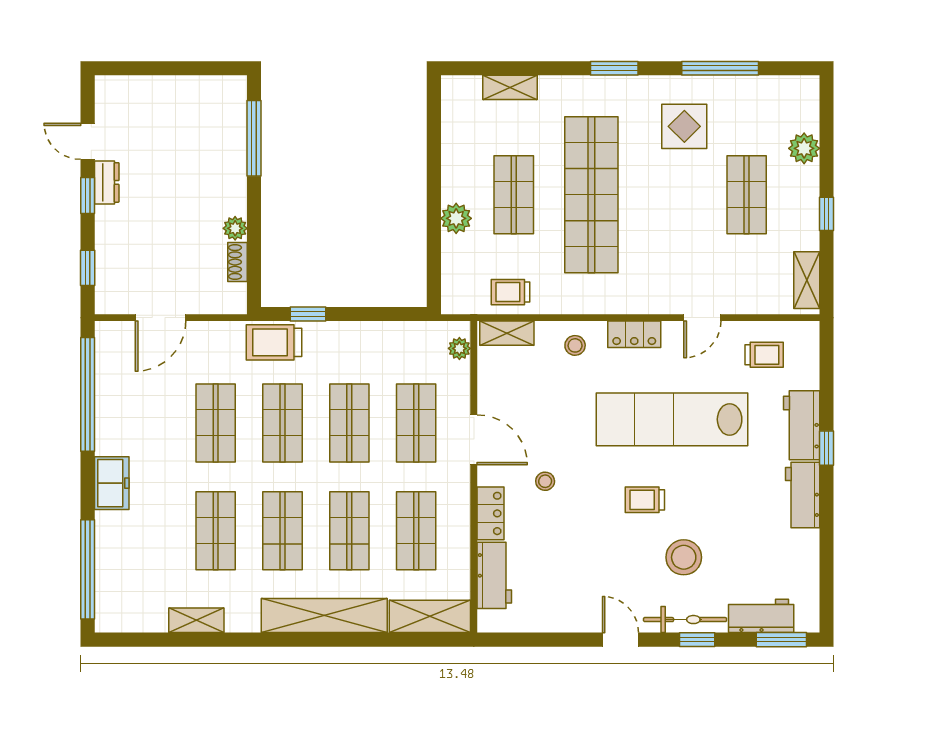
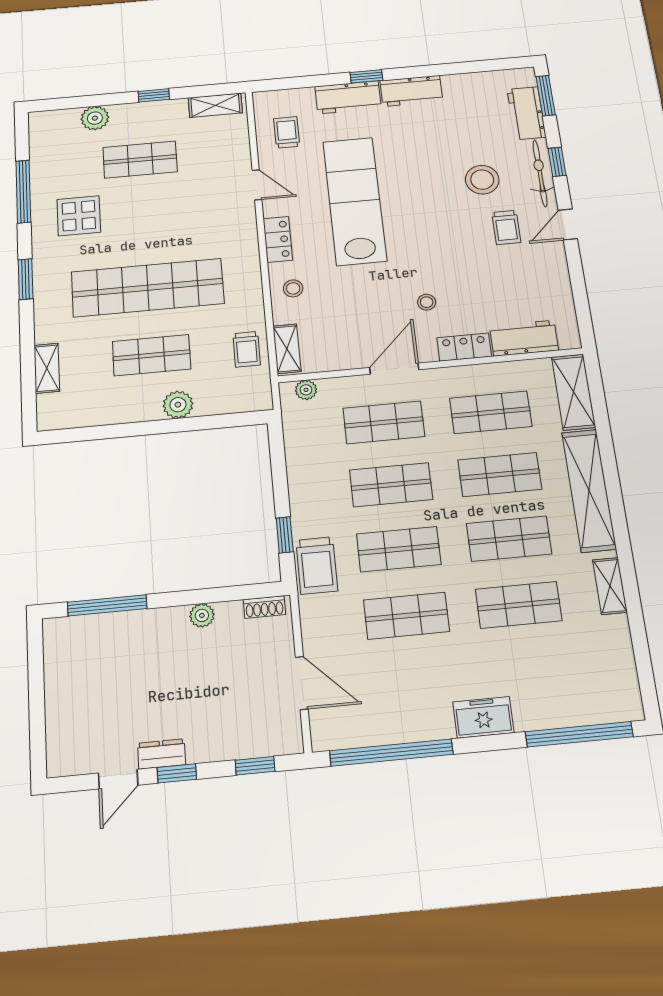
shoe rack: (237, 262) -> (264, 607), moved
lab bench: (672, 419) -> (355, 201), turned 180
trolley: (645, 500) -> (506, 227), moved
shelving: (196, 620) -> (610, 586), moved

